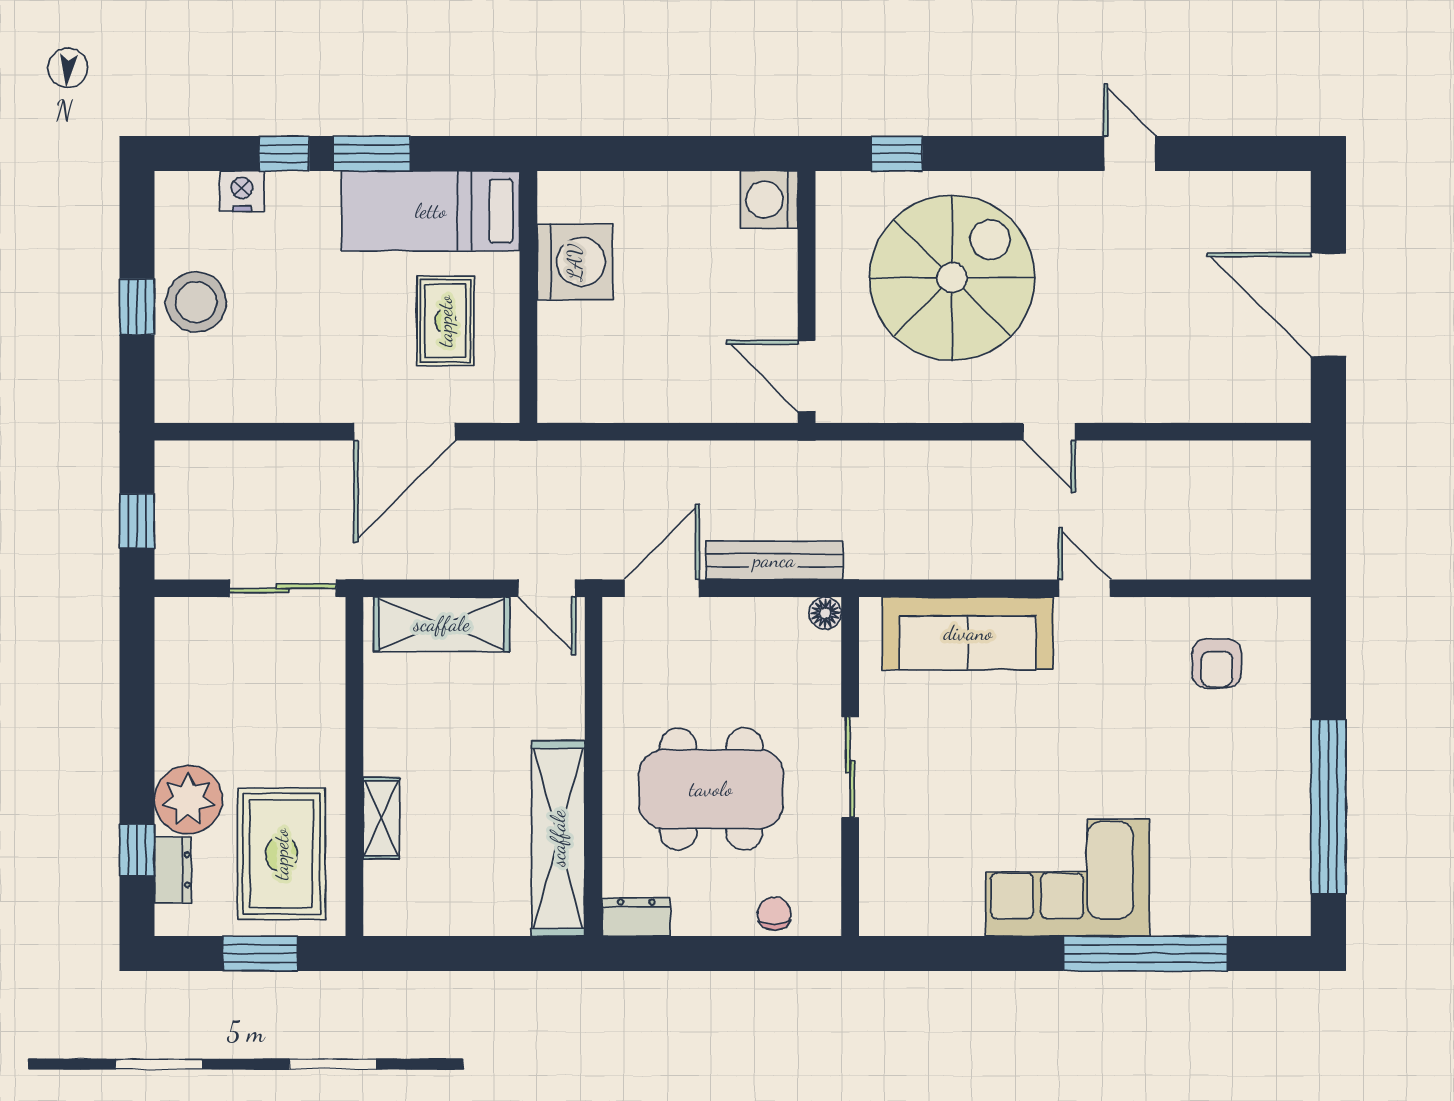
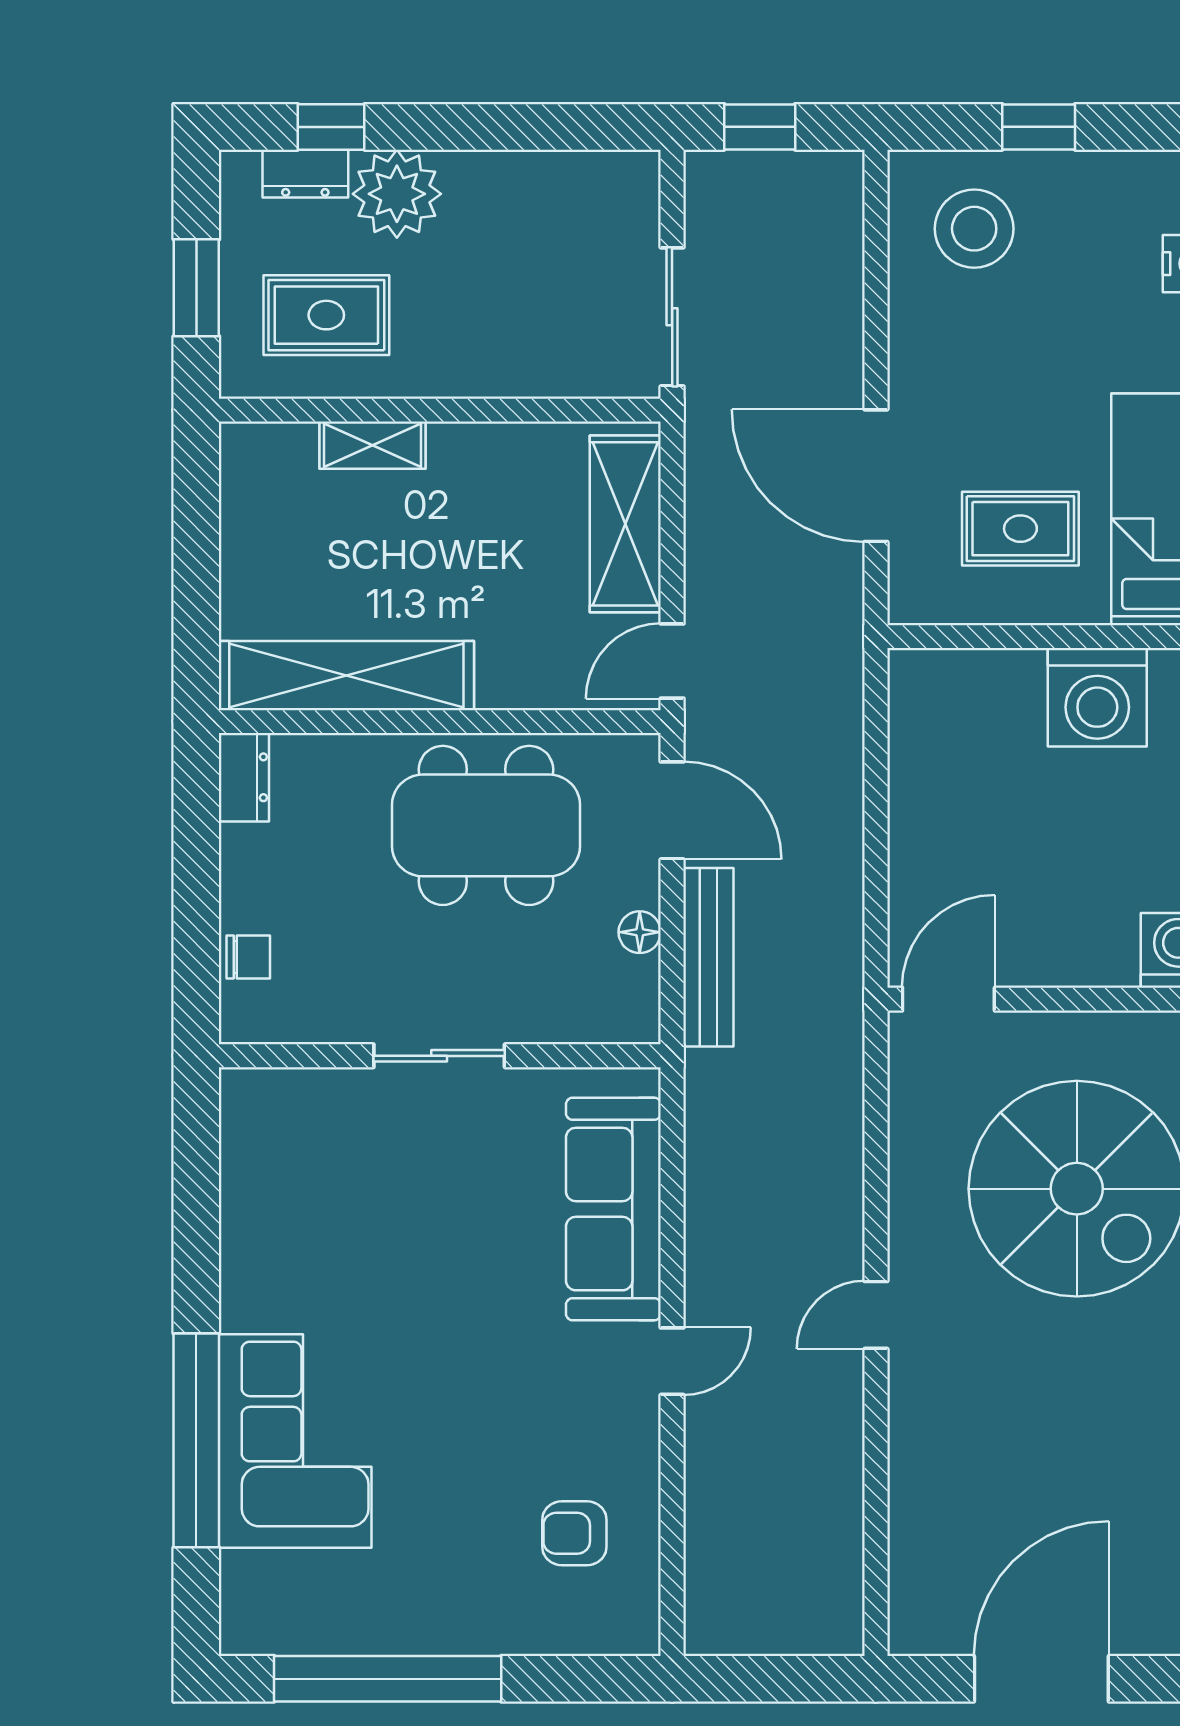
stool: (196, 302) -> (974, 229), moved
floor lamp: (825, 613) -> (640, 932), moved
dining table: (711, 789) -> (486, 825), moved, turned 90
rug: (281, 854) -> (326, 315), width x0.73, depth x0.70
corner sofa: (1067, 878) -> (295, 1441), moved

